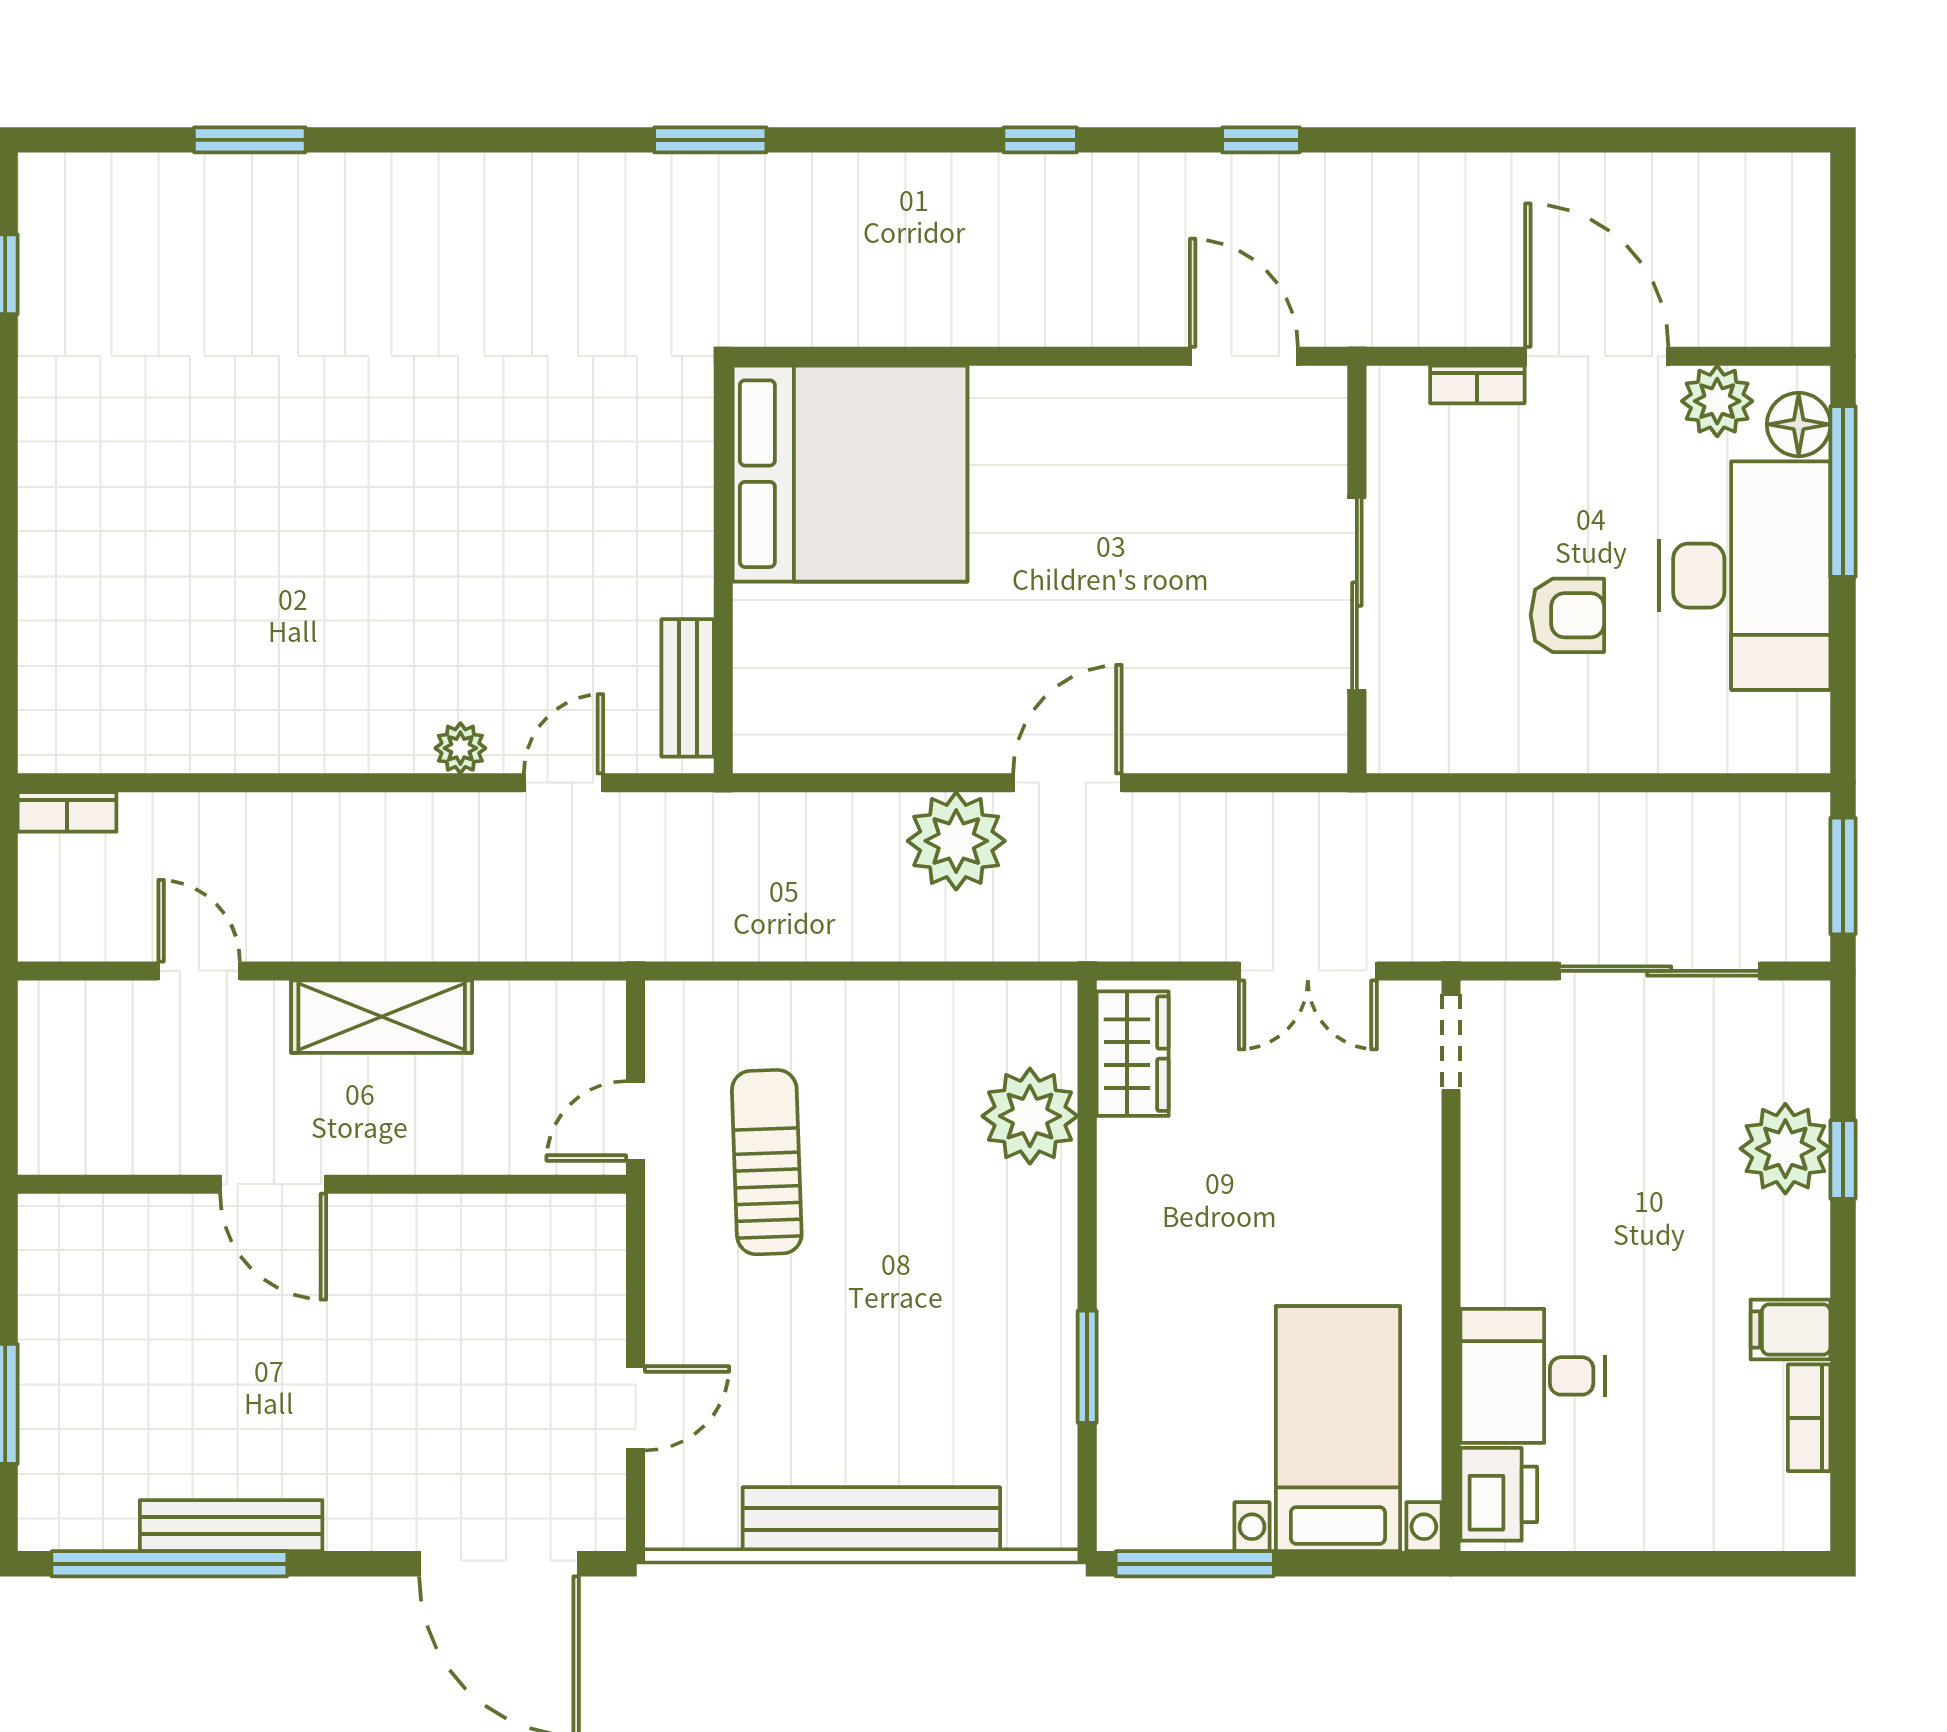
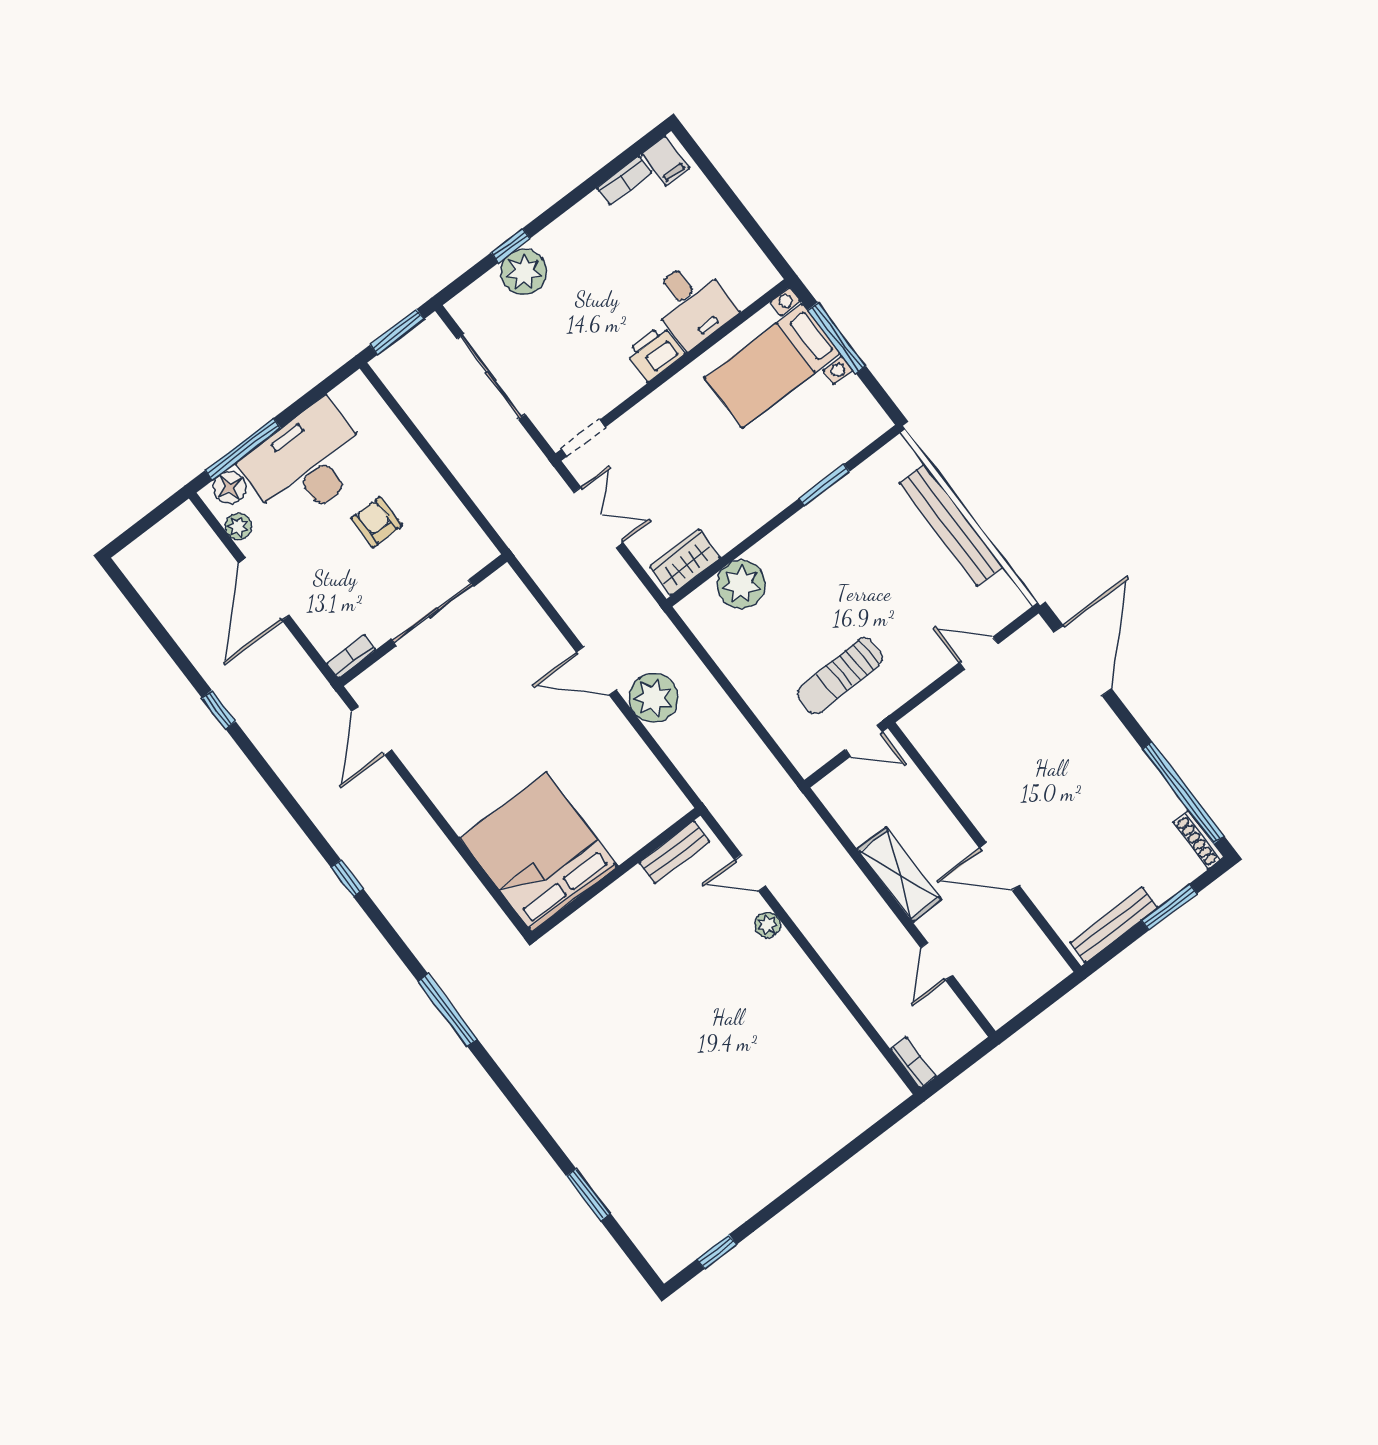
window: (710, 140) -> (448, 1010), width x1.44
window: (1261, 140) -> (219, 710), moved
bookcase: (1477, 385) -> (351, 657), moved, turned -90
plant: (1717, 401) -> (238, 526), width x0.73, depth x0.73
door: (273, 1184) -> (999, 867), swing flipped
filing cabinet: (1791, 1330) -> (665, 161), moved
printer: (1499, 1494) -> (655, 353), moved
bench: (231, 1526) -> (1114, 925), moved, turned 90
shoe rack: (76, 1531) -> (1198, 840), added
window: (1195, 1564) -> (837, 338), moved

